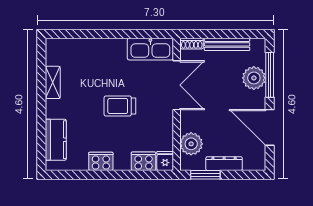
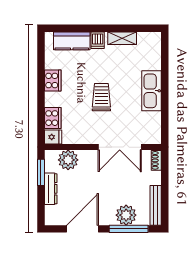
bench: (227, 44) -> (156, 205), moved
kitchen sink: (150, 49) -> (151, 91), moved
dishwasher: (55, 110) -> (98, 40), added

